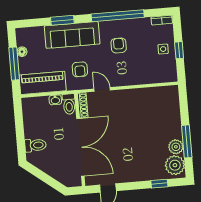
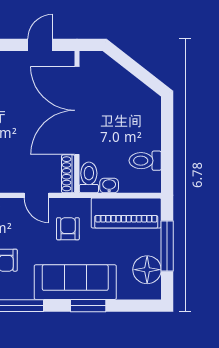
floor lamp: (22, 52) -> (147, 270), width x1.89, depth x1.89
toilet: (35, 145) -> (145, 161), moved

